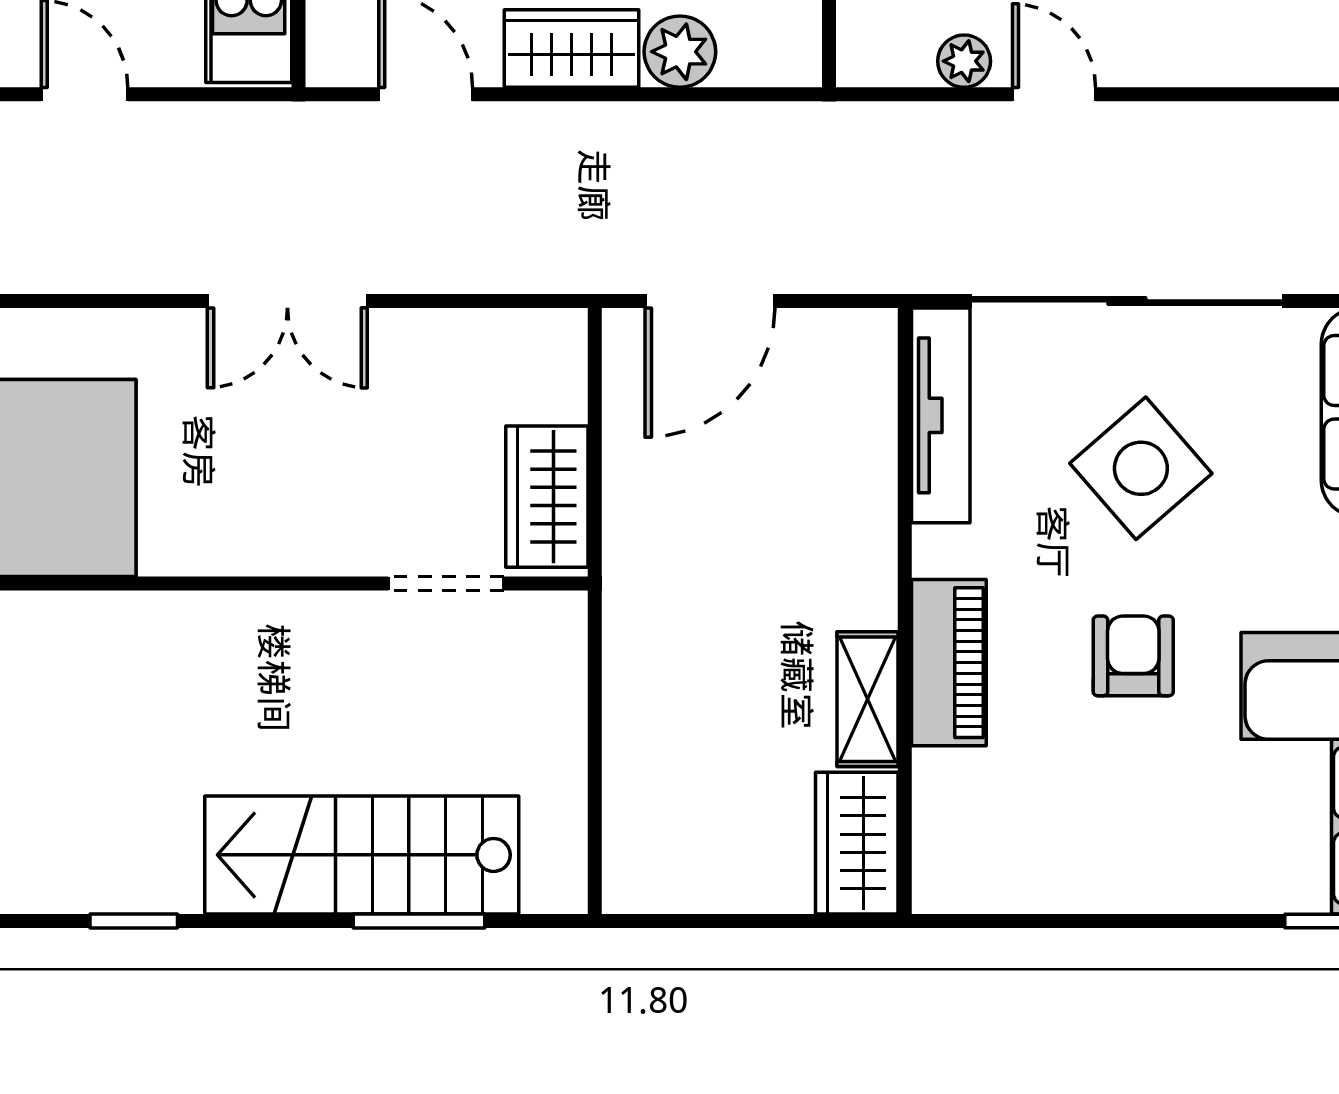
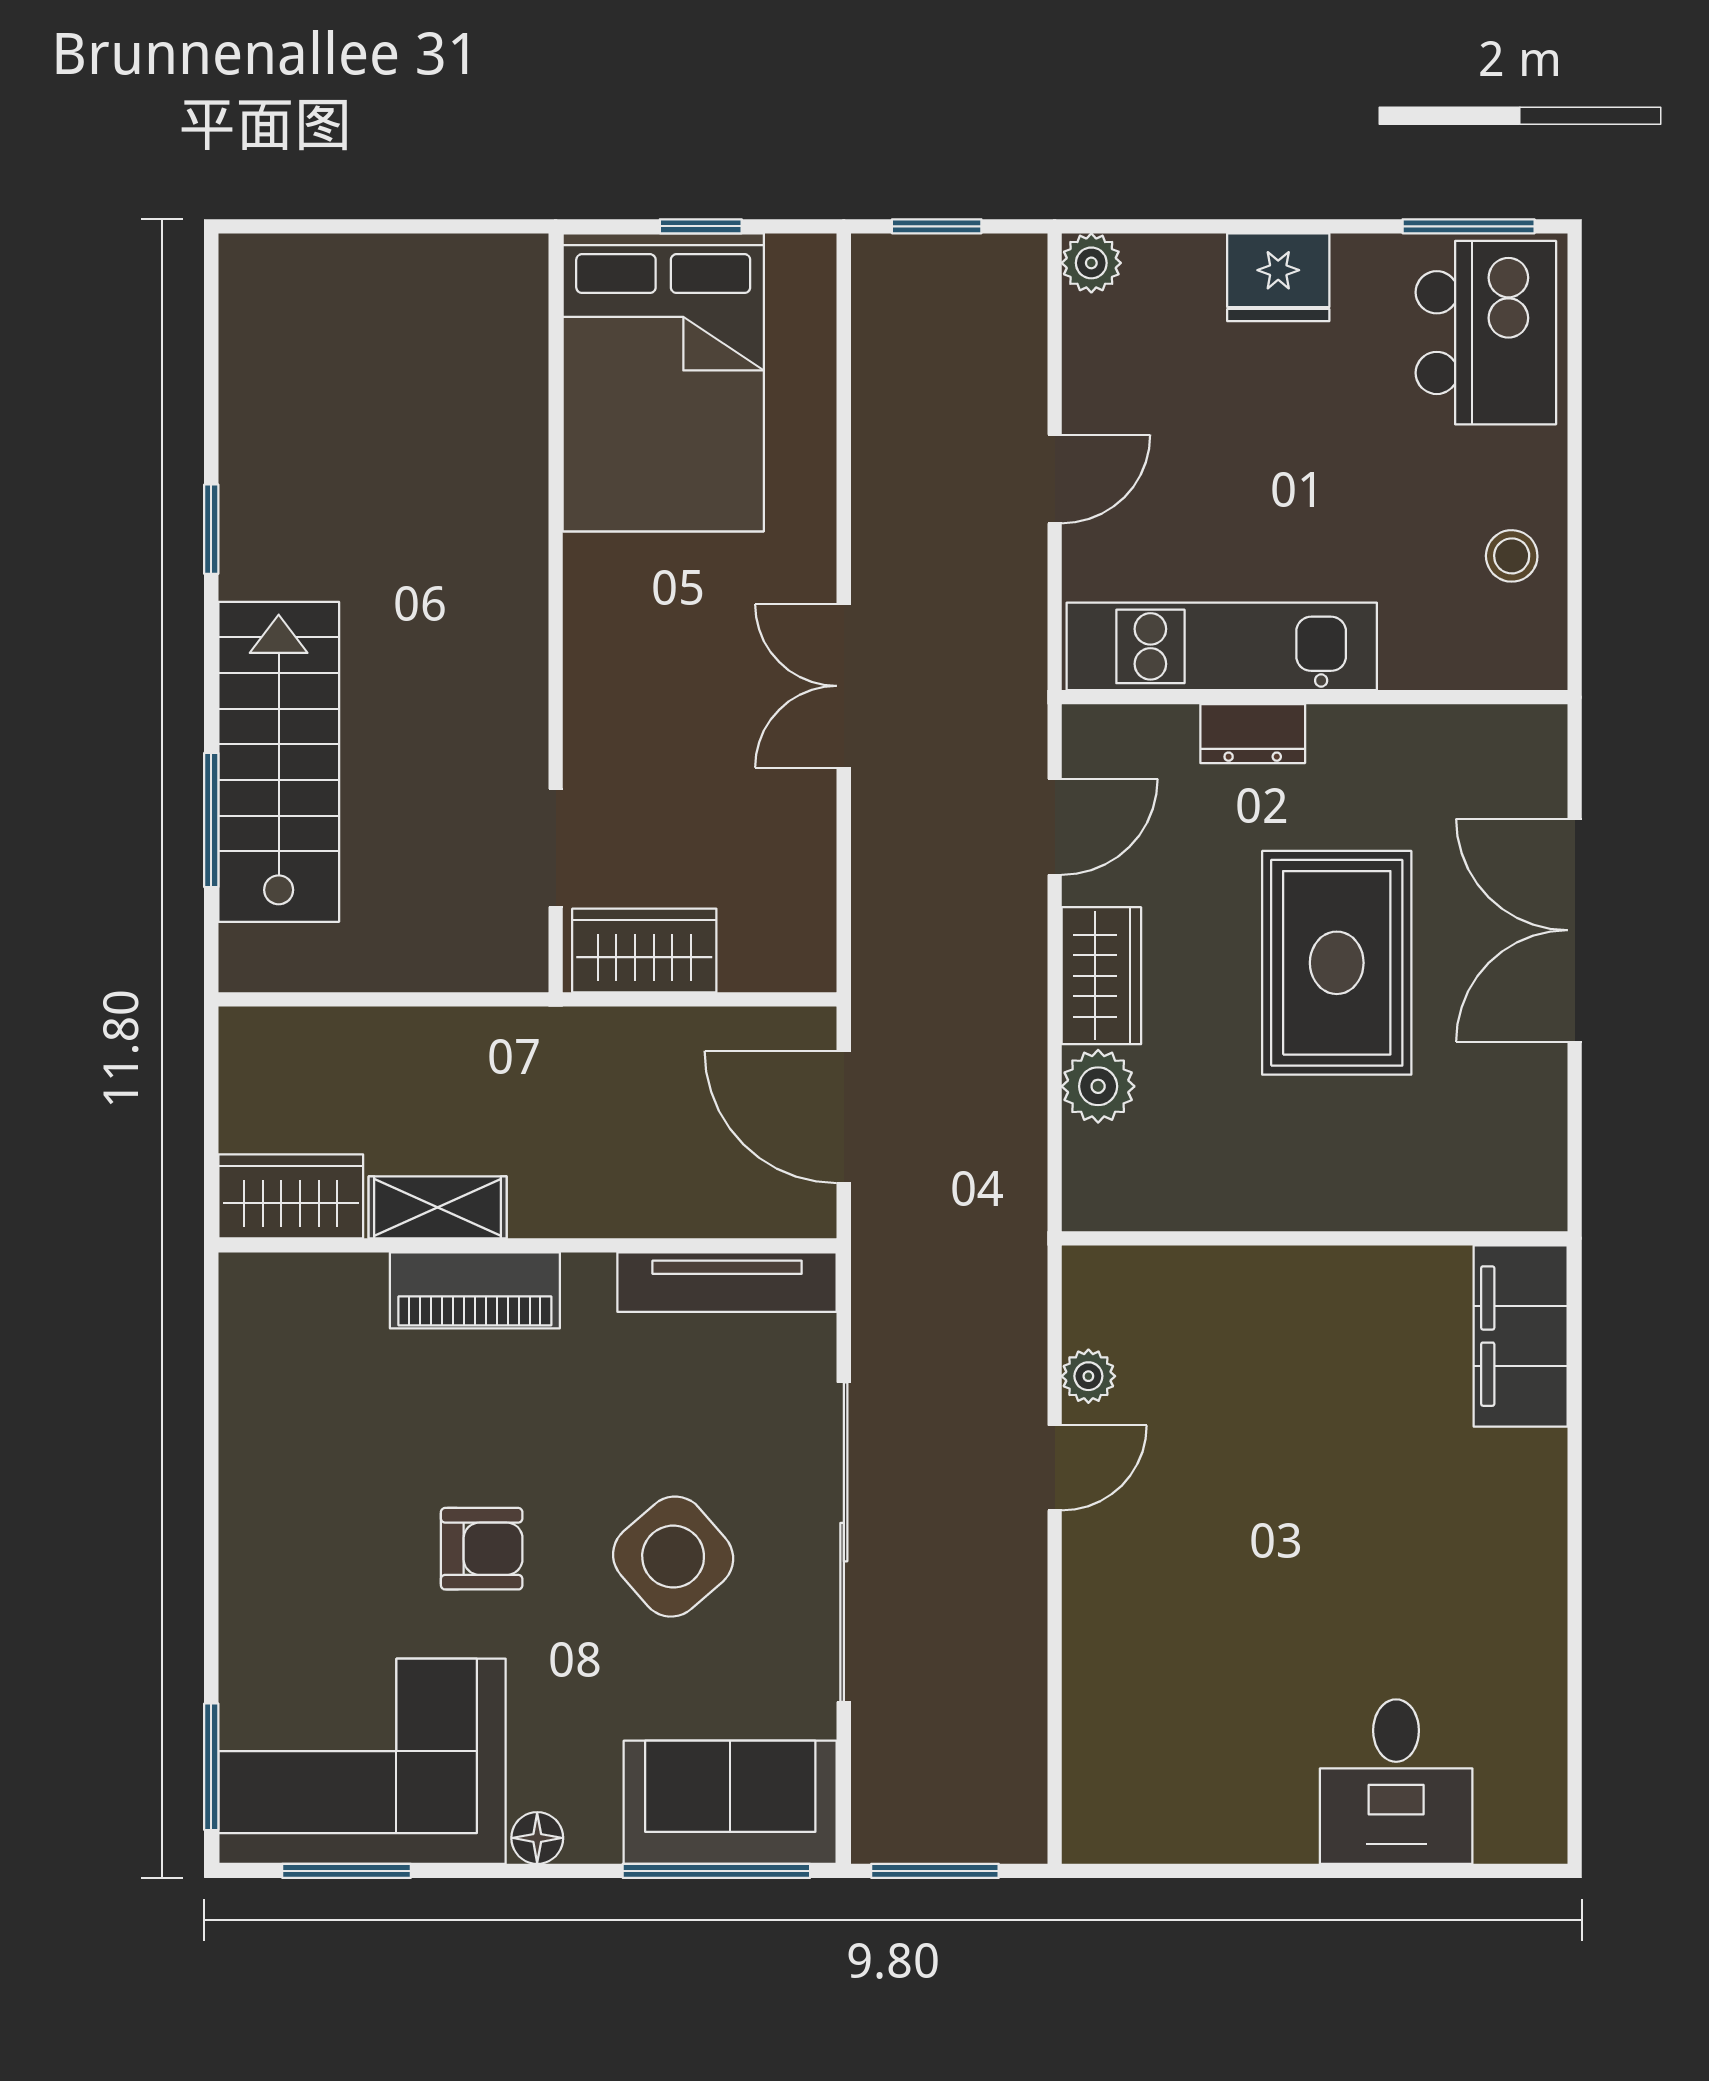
tv unit: (941, 415) -> (727, 1282), moved
wall: (905, 611) -> (528, 1245), moved
piano: (949, 663) -> (475, 1290), moved
shelving: (867, 699) -> (438, 1207), moved
wardrobe: (857, 843) -> (291, 1196), moved

